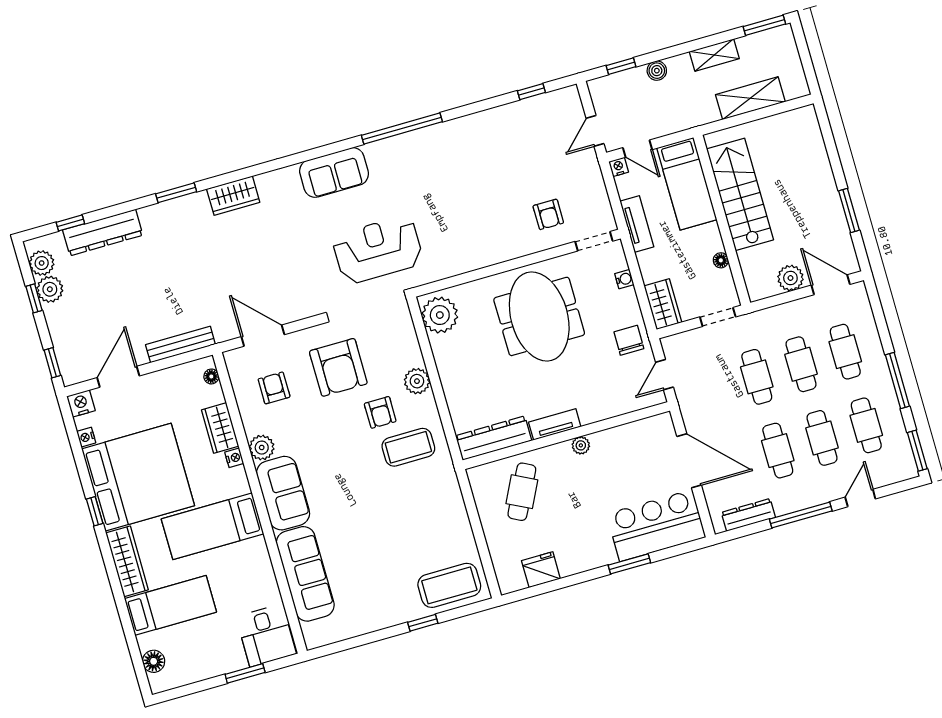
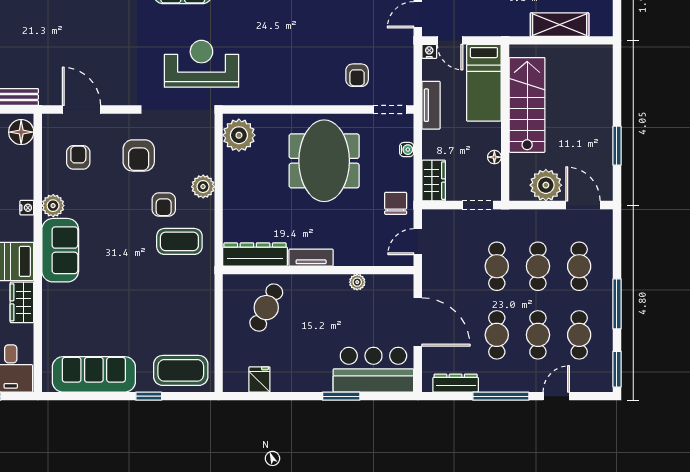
plant: (790, 278) -> (546, 185), width x1.36, depth x1.36
armchair: (338, 367) -> (139, 155), width x0.73, depth x0.73
floor lamp: (211, 376) -> (21, 132), width x1.89, depth x1.89
wardrobe: (220, 428) -> (22, 302), moved
plant: (581, 445) -> (357, 282), moved
fridge: (541, 570) -> (259, 379), width x0.72
sofa: (305, 574) -> (94, 374), moved, turned -90

